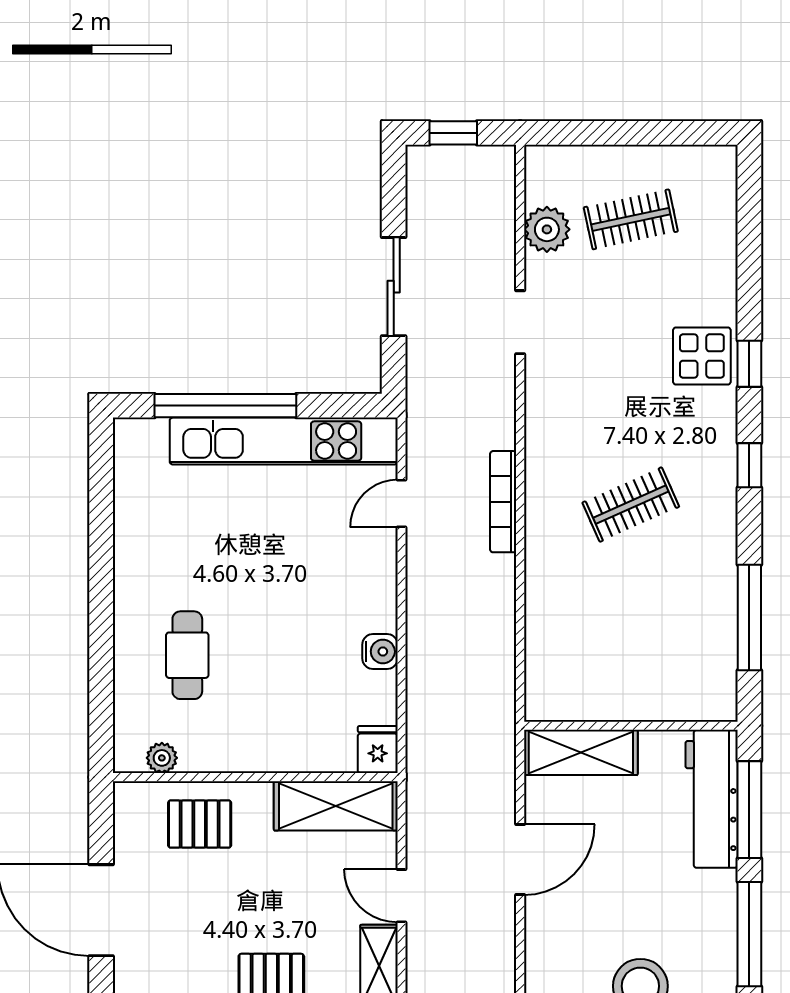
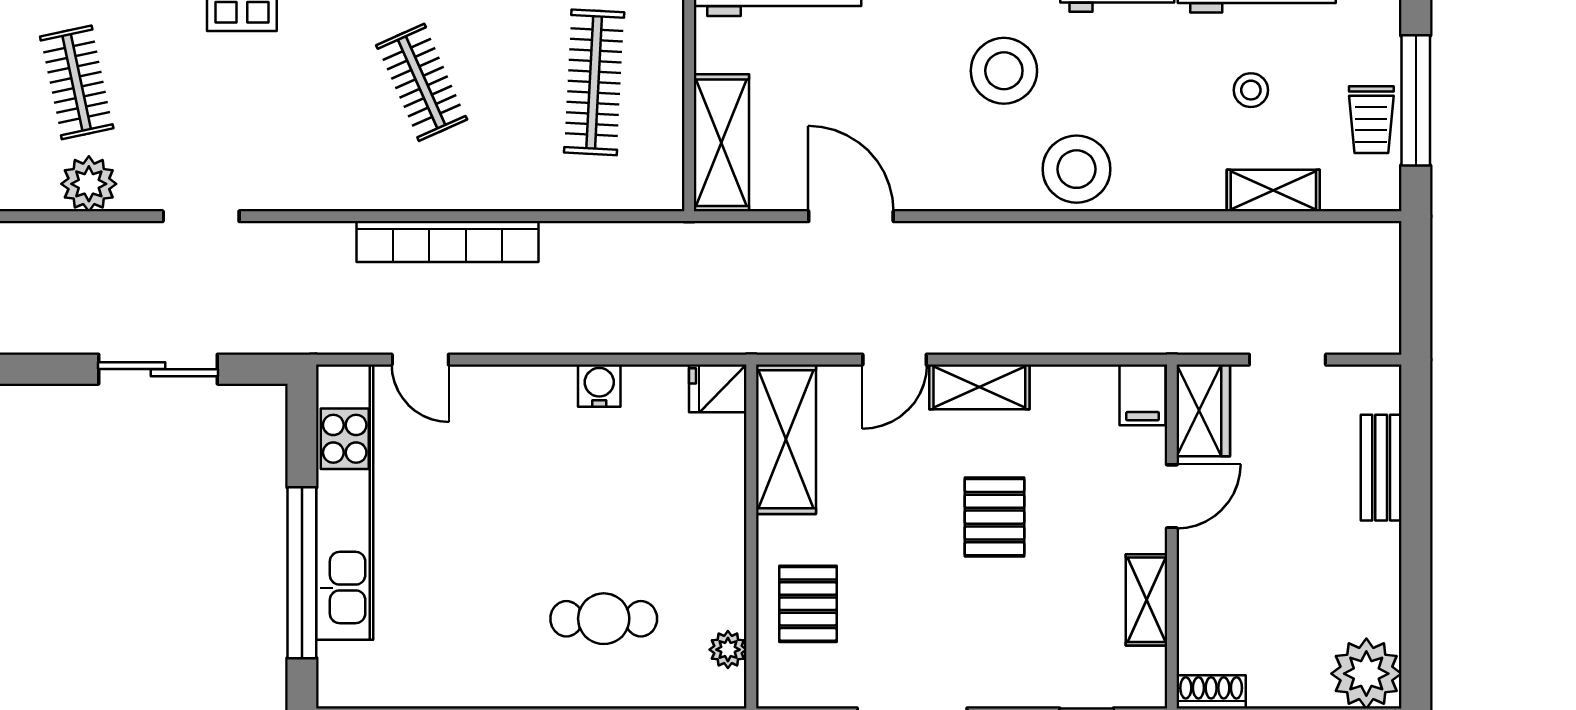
bookcase: (503, 502) -> (448, 242), width x1.48, depth x1.31
clothes rail: (631, 647) -> (594, 82), added

